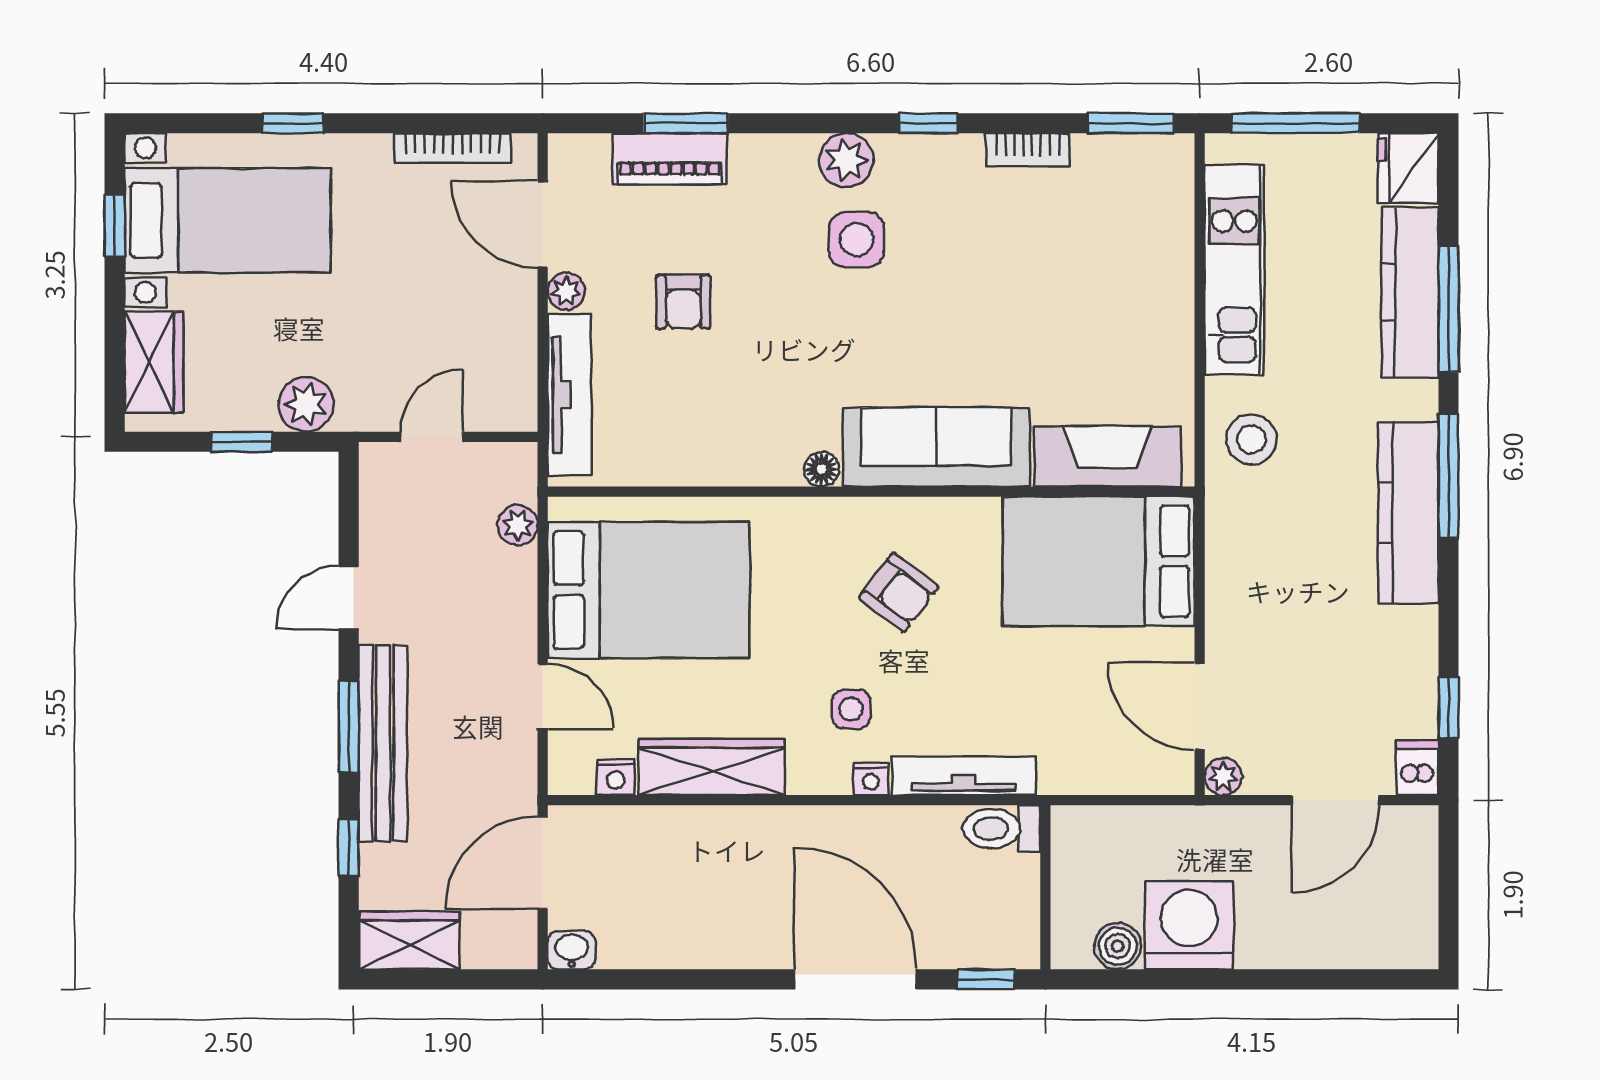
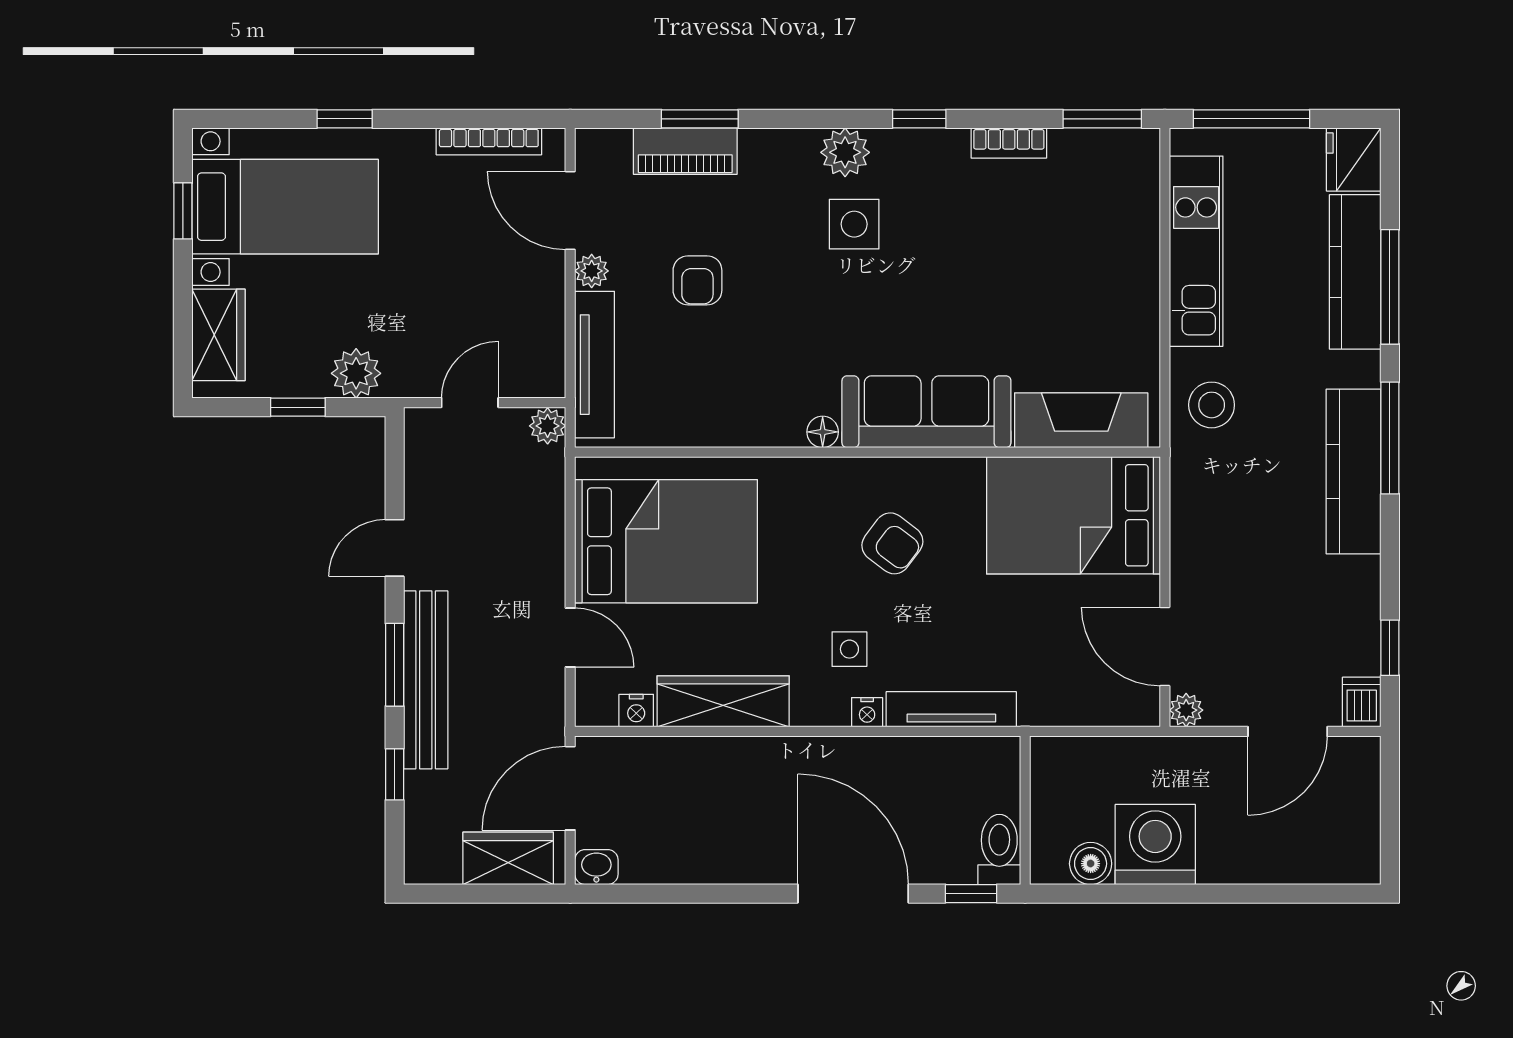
plant: (518, 525) -> (548, 426), moved
toilet: (1002, 829) -> (999, 849), moved, turned 90
wardrobe: (409, 940) -> (508, 858), moved

